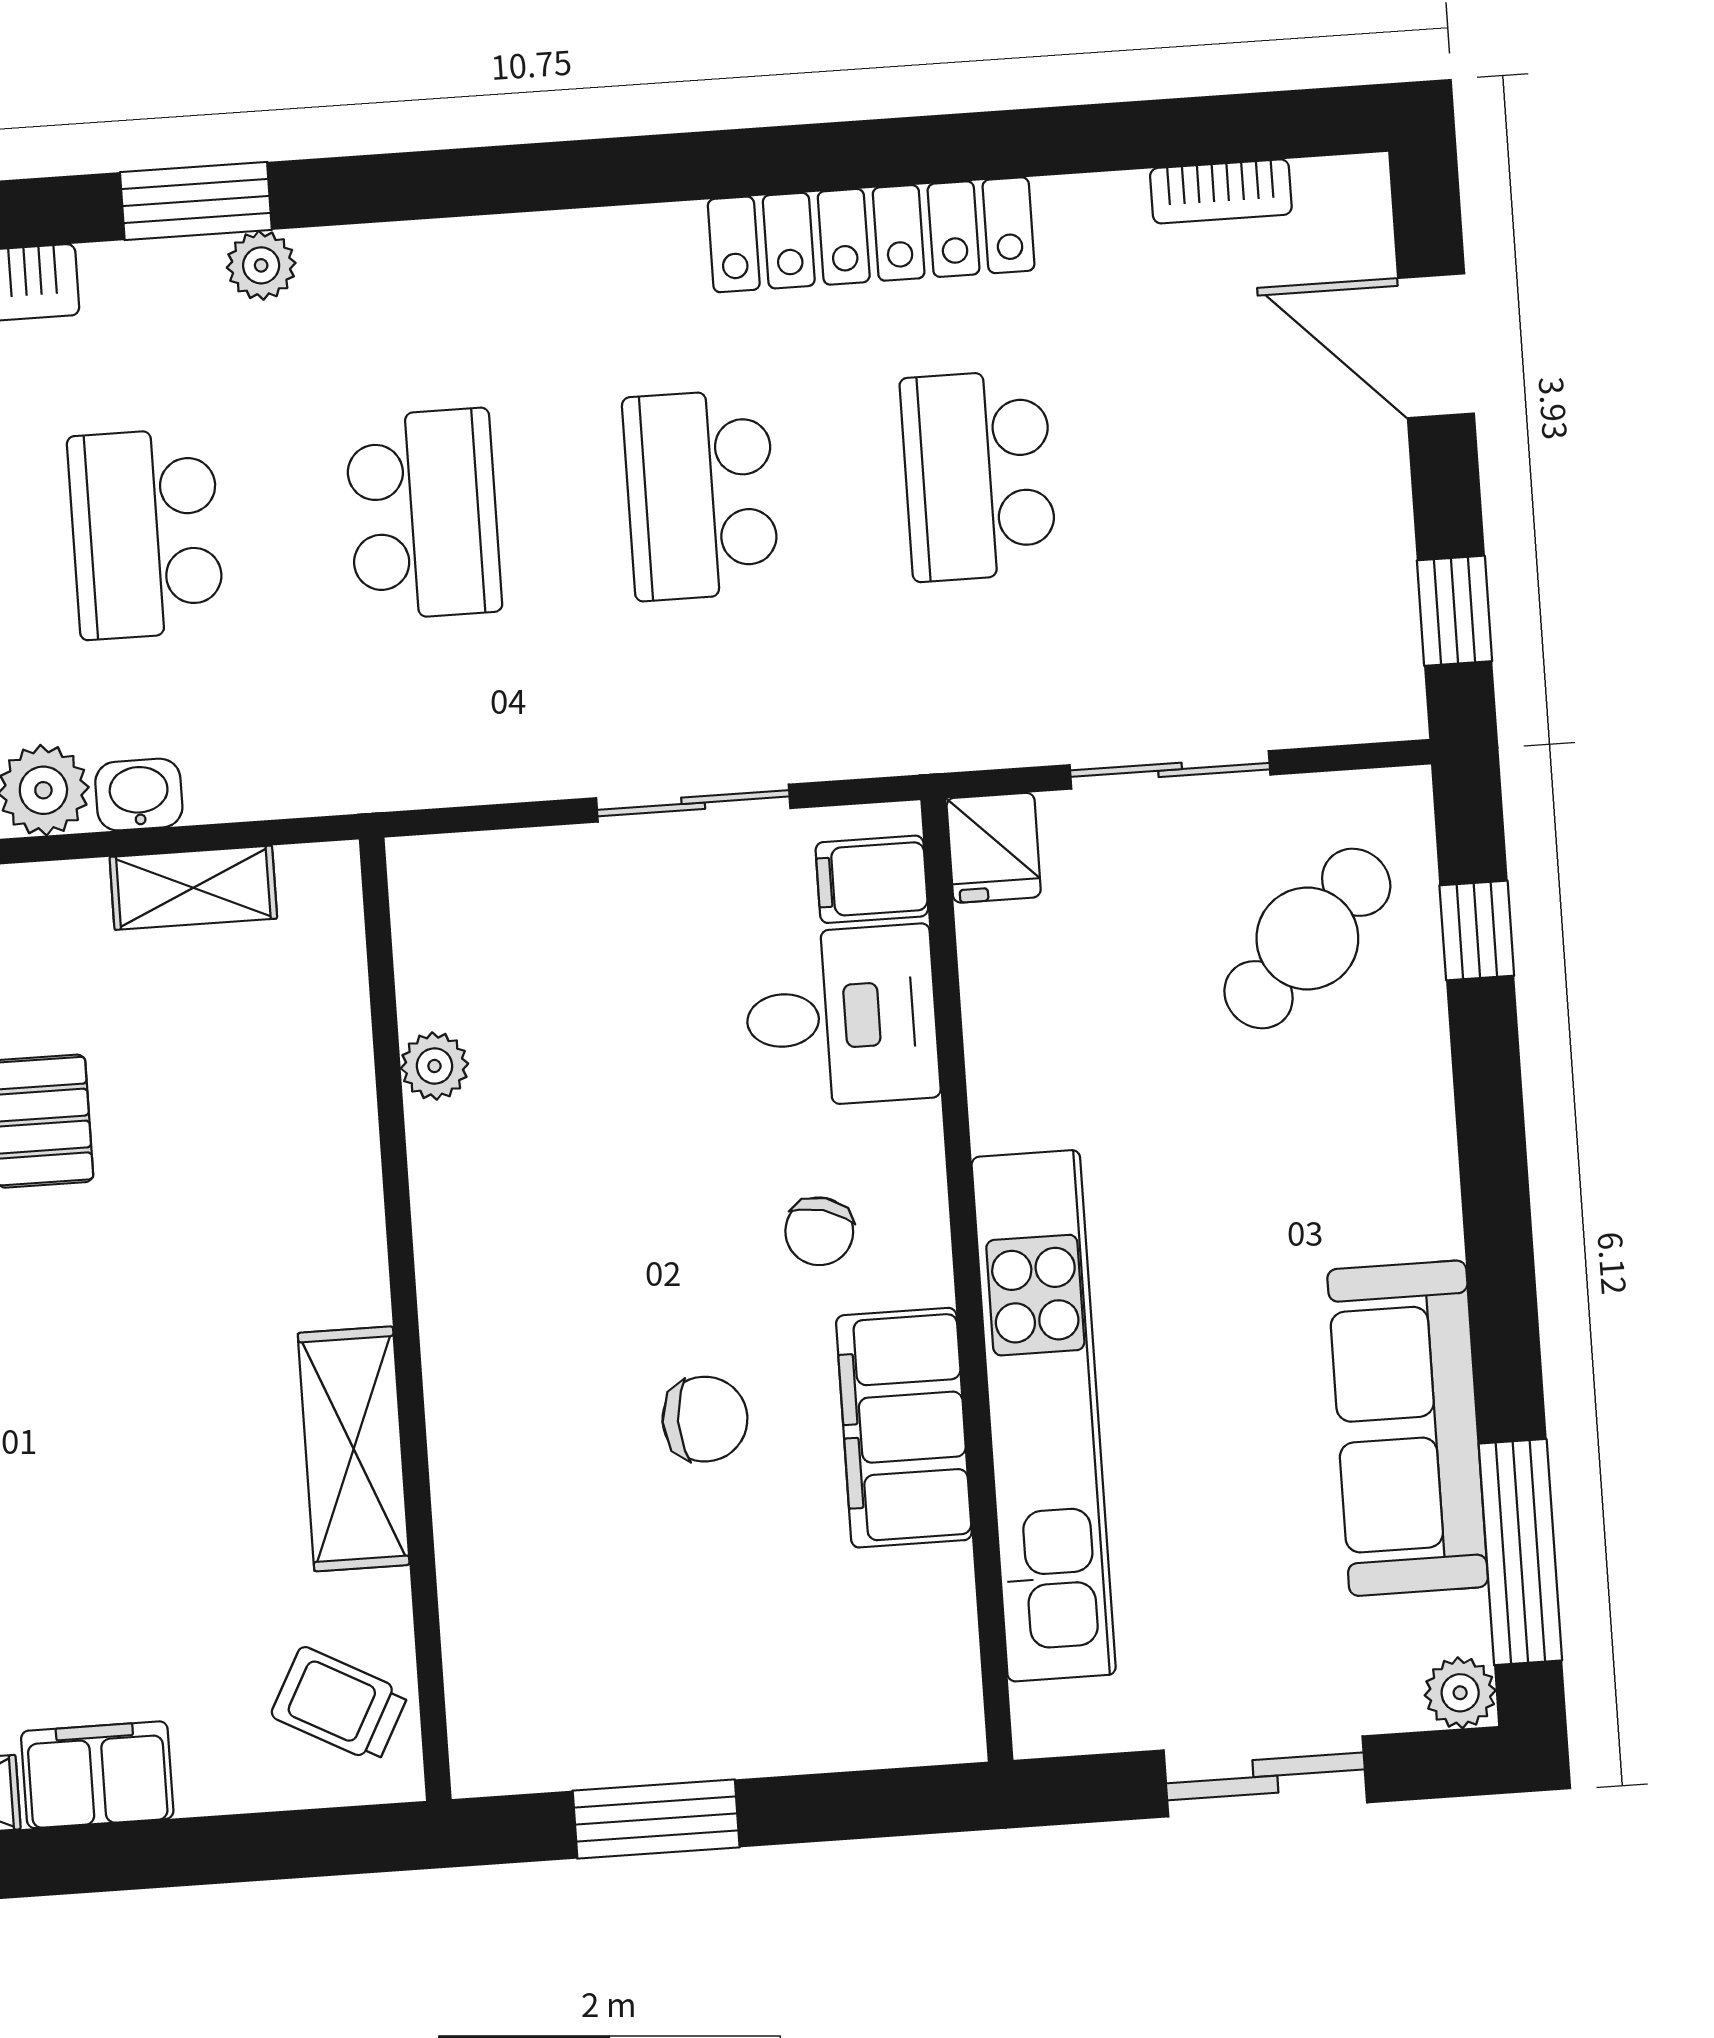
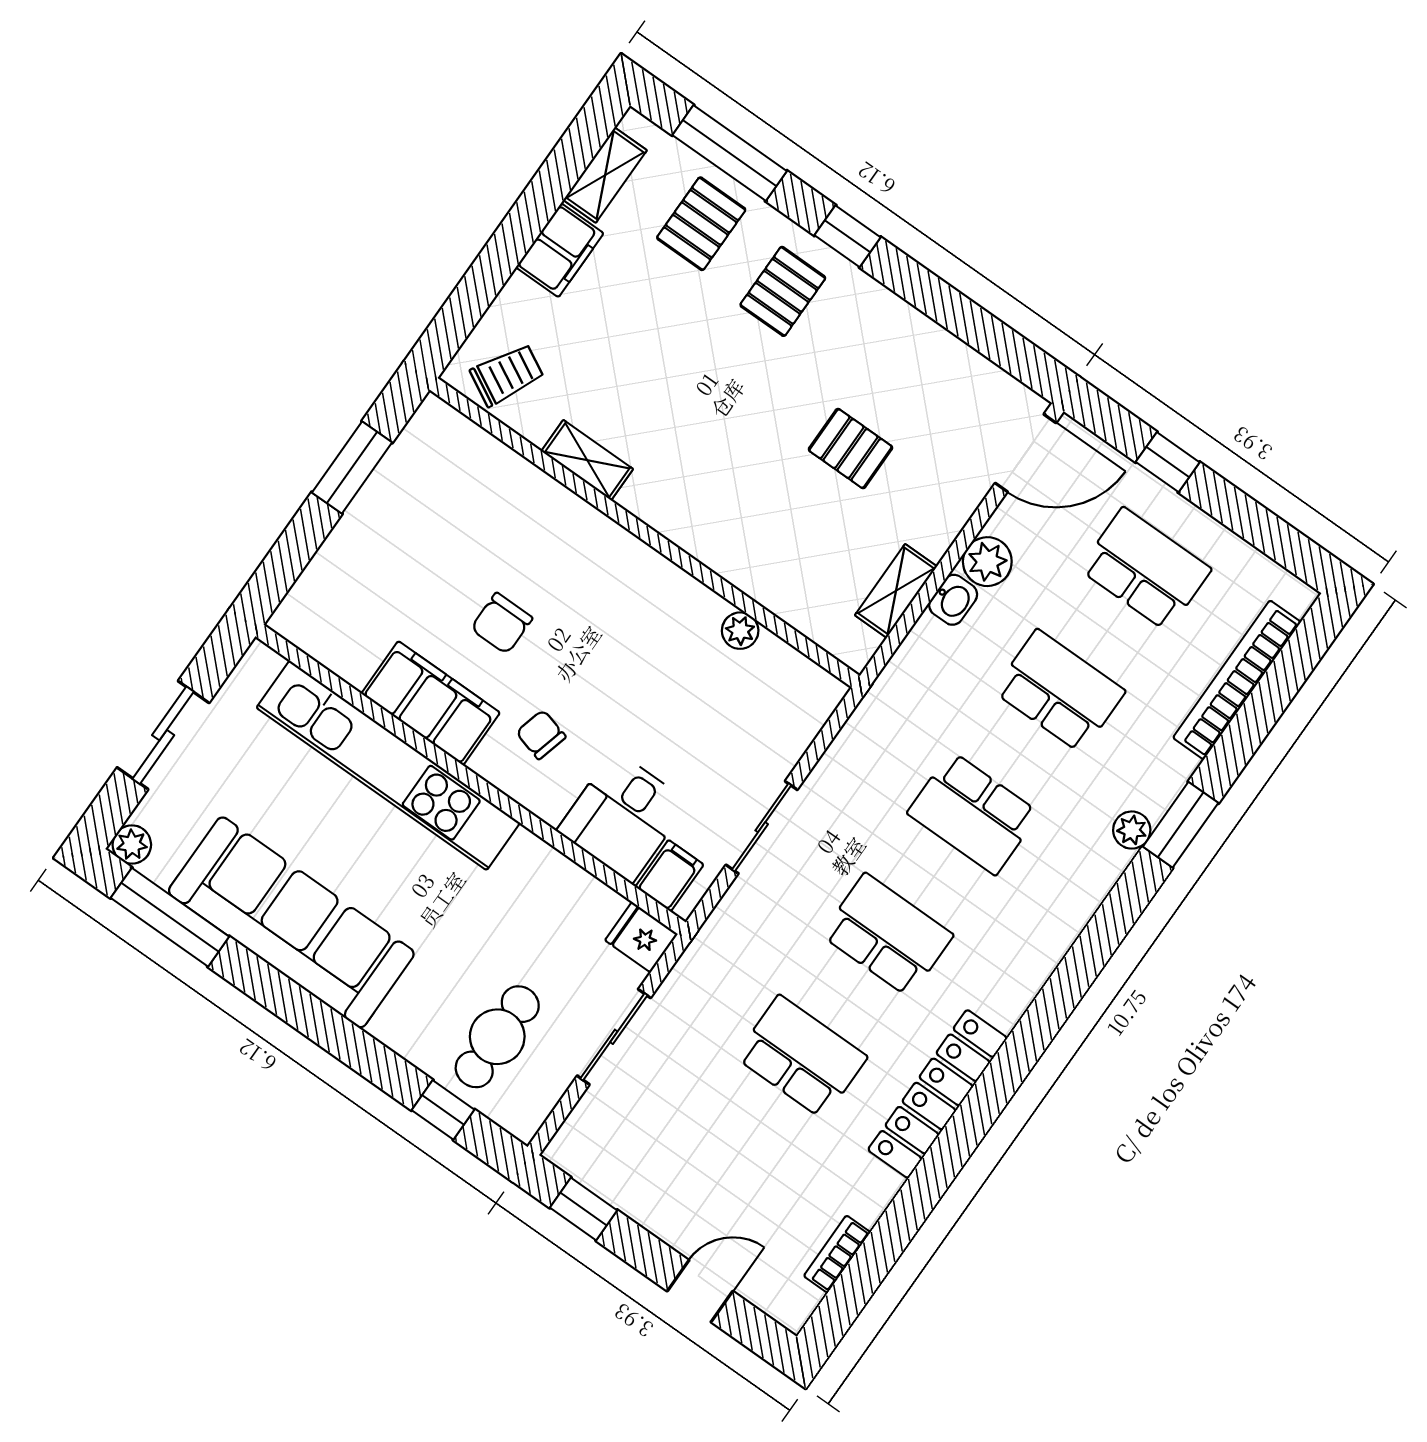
door: (1436, 346) -> (700, 1291), width x0.73
cafe table: (1307, 938) -> (497, 1037), turned 45
sofa: (1408, 1428) -> (291, 922), width x1.36, depth x1.27
shelving: (354, 1449) -> (587, 460), width x0.67, depth x0.75

